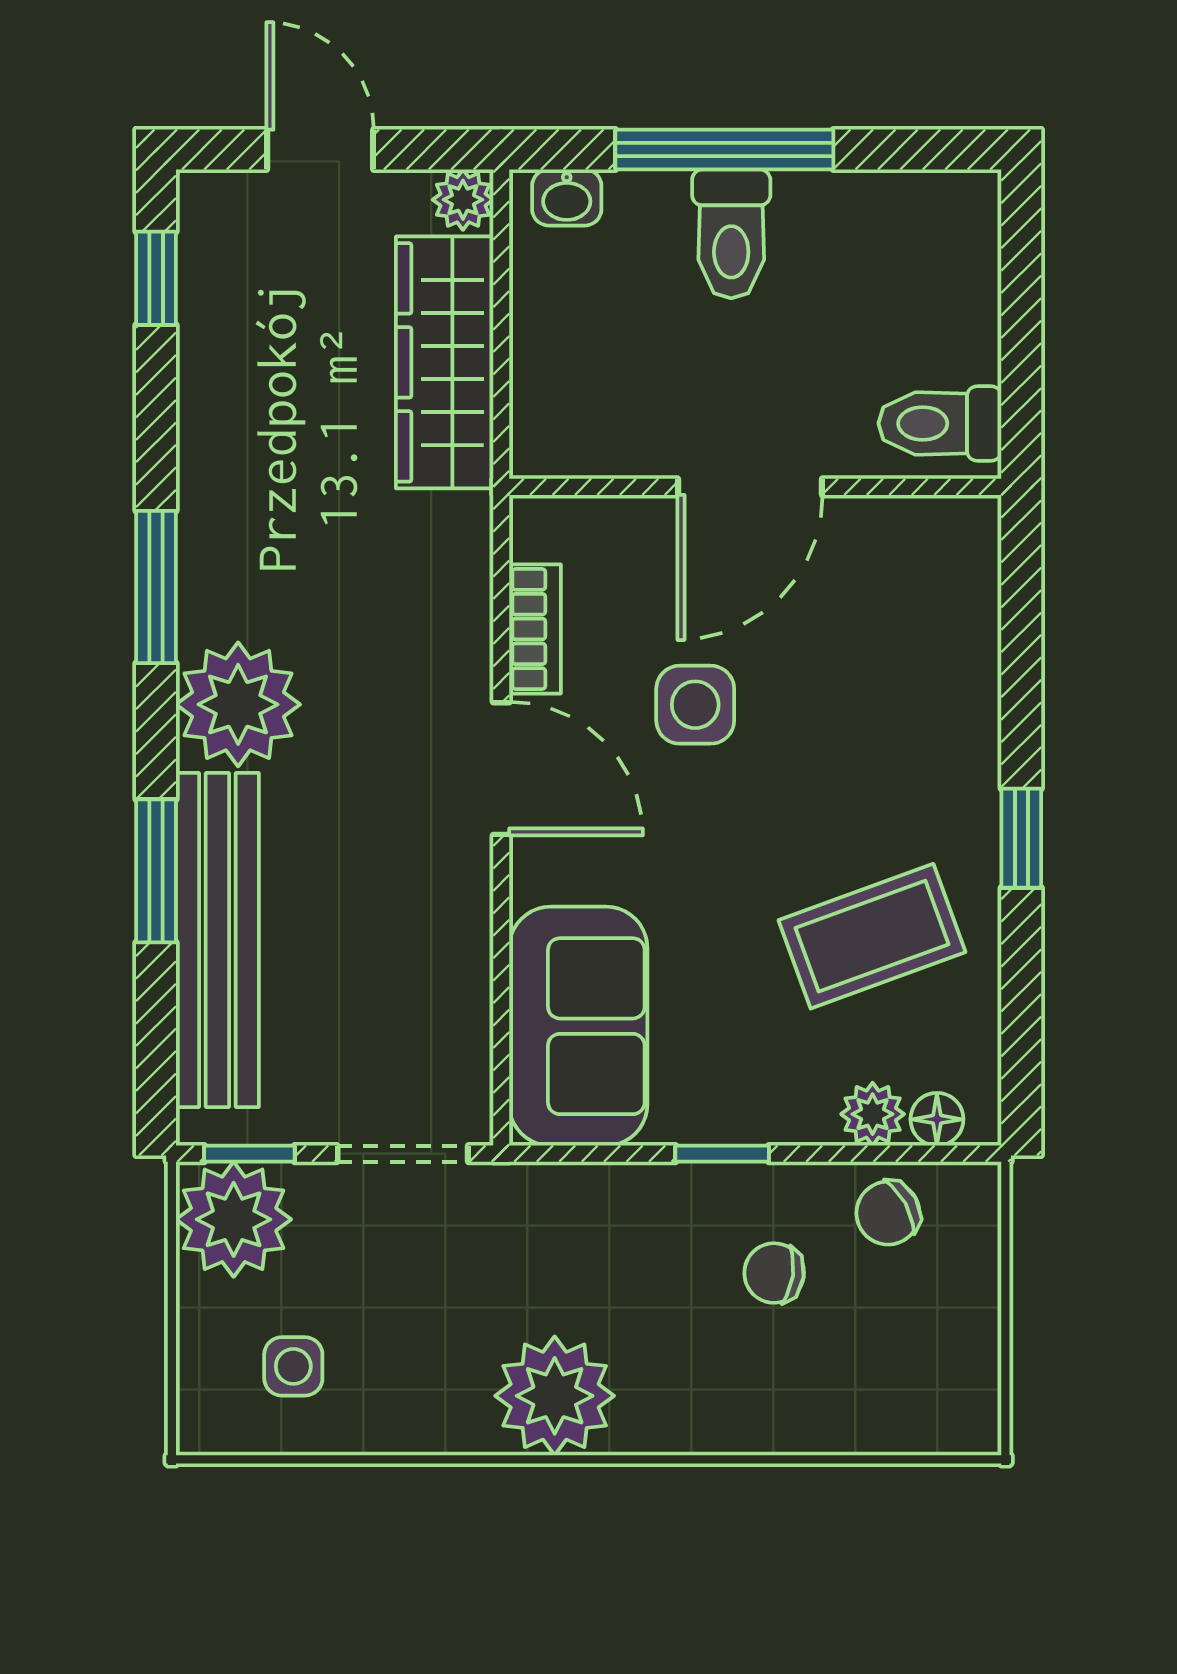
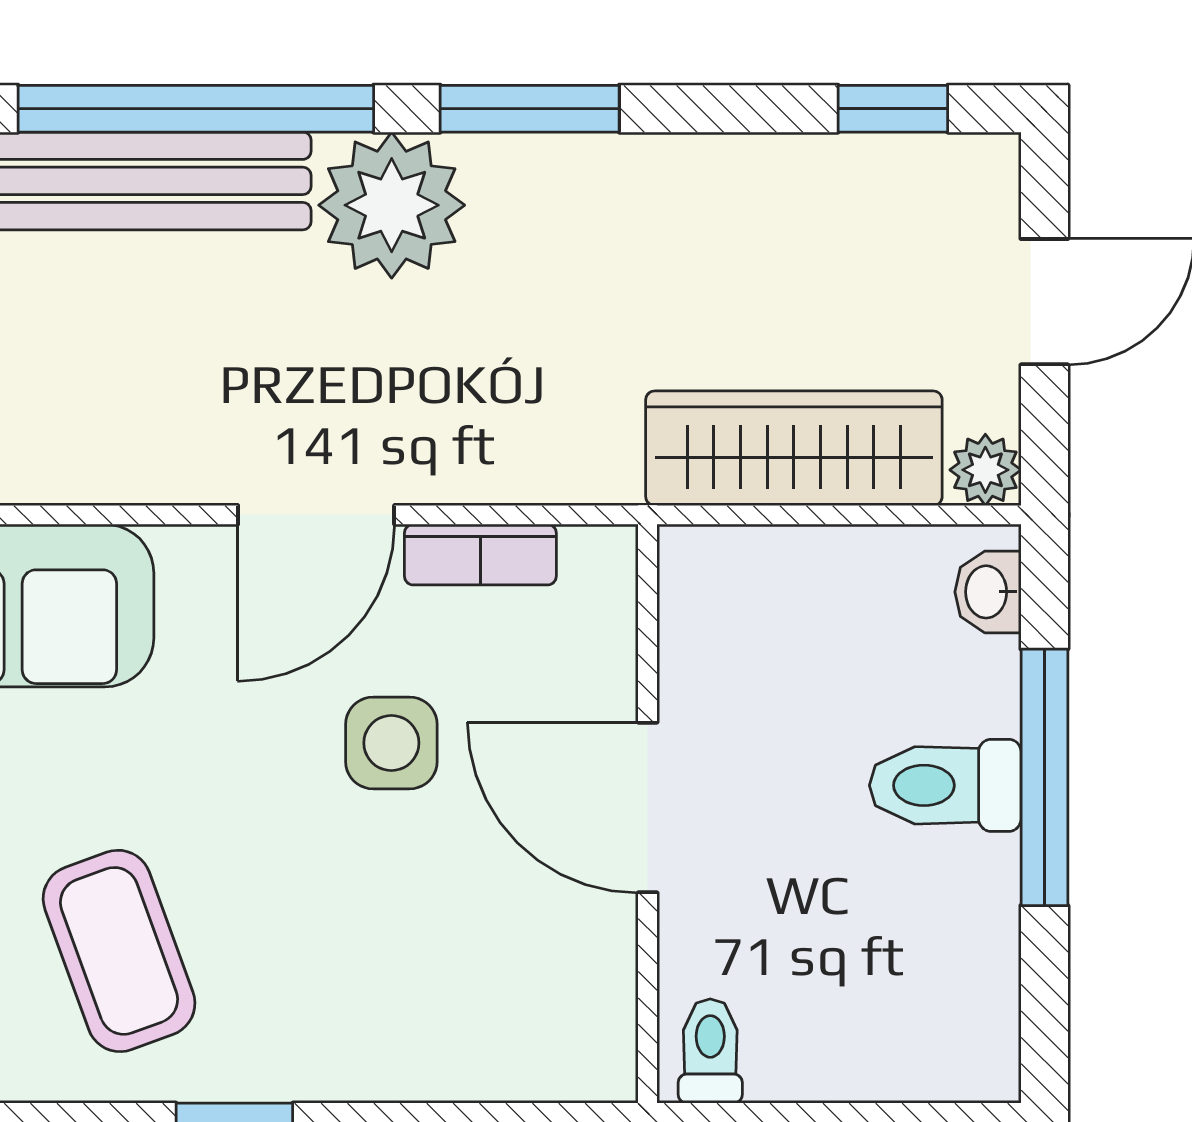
toilet: (940, 423) -> (710, 1051), width x0.73, depth x0.72
window: (156, 871) -> (196, 109), width x2.11

